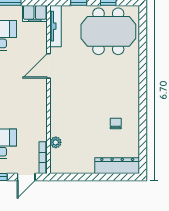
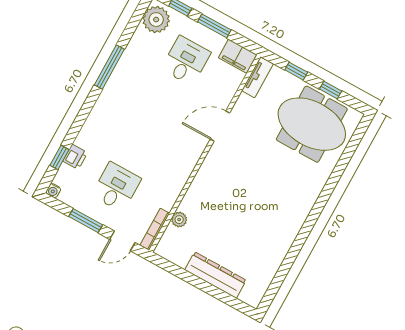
tv unit: (56, 26) -> (258, 77), width x0.71
chair: (116, 124) -> (261, 236), removed
dresser: (117, 166) -> (215, 275), moved

